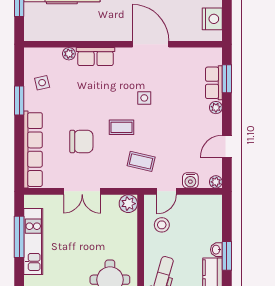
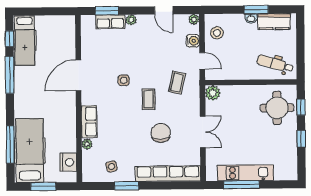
nightstand: (212, 19) -> (68, 162), moved, turned 90
stool: (162, 225) -> (217, 33), moved

